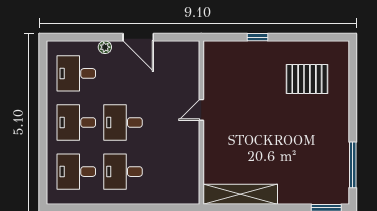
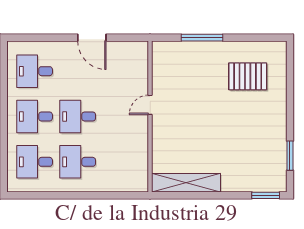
window: (257, 37) -> (202, 38), width x2.17
plant: (105, 47) -> (61, 47), removed
window: (353, 165) -> (290, 156), width x0.69

